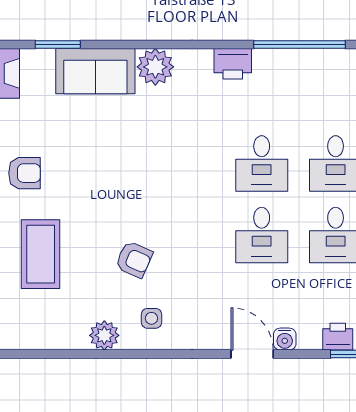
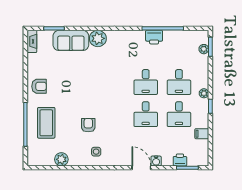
printer: (233, 64) -> (154, 37), moved
armchair: (134, 259) -> (88, 125), turned -114
plant: (104, 335) -> (61, 159), moved

